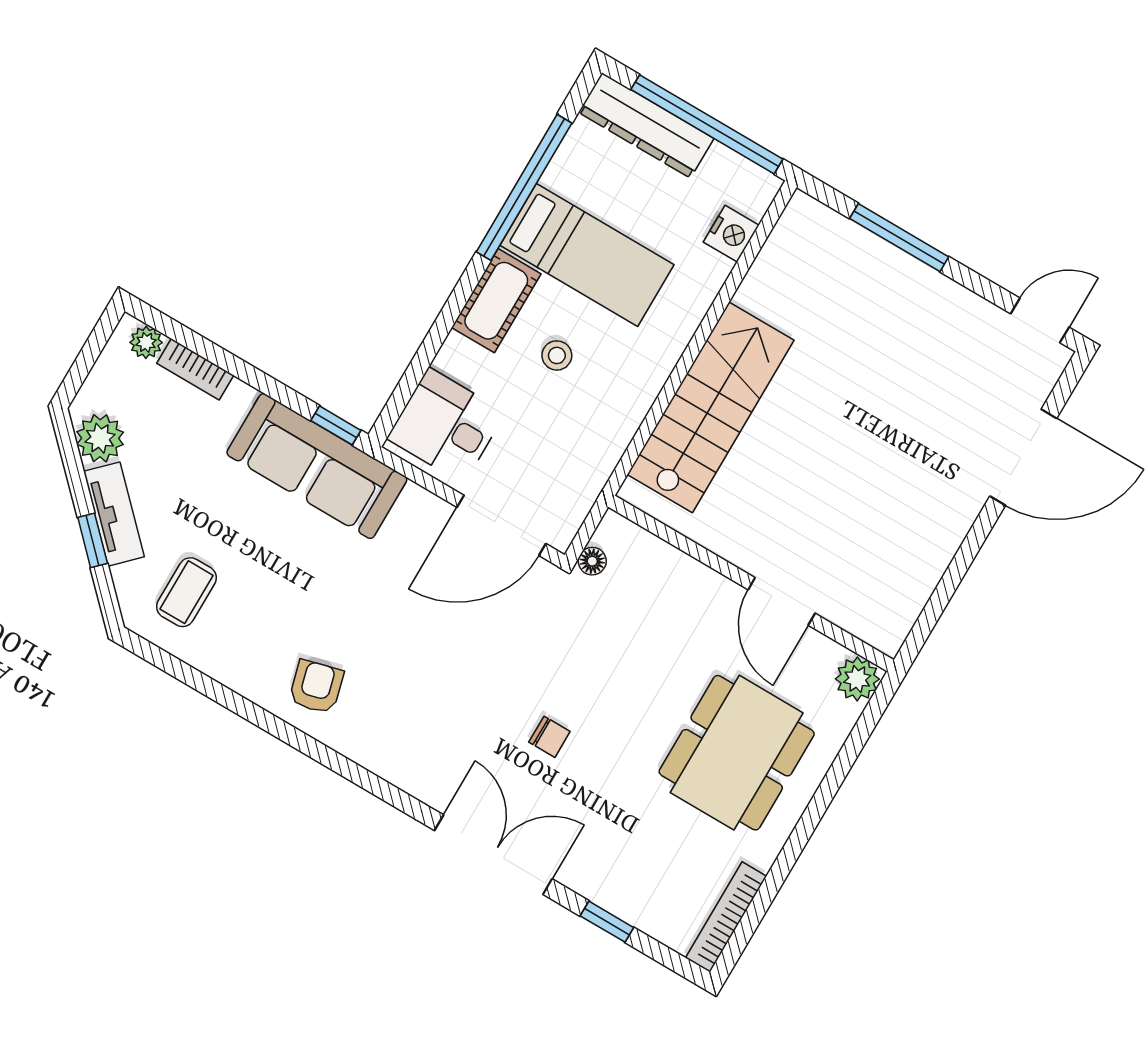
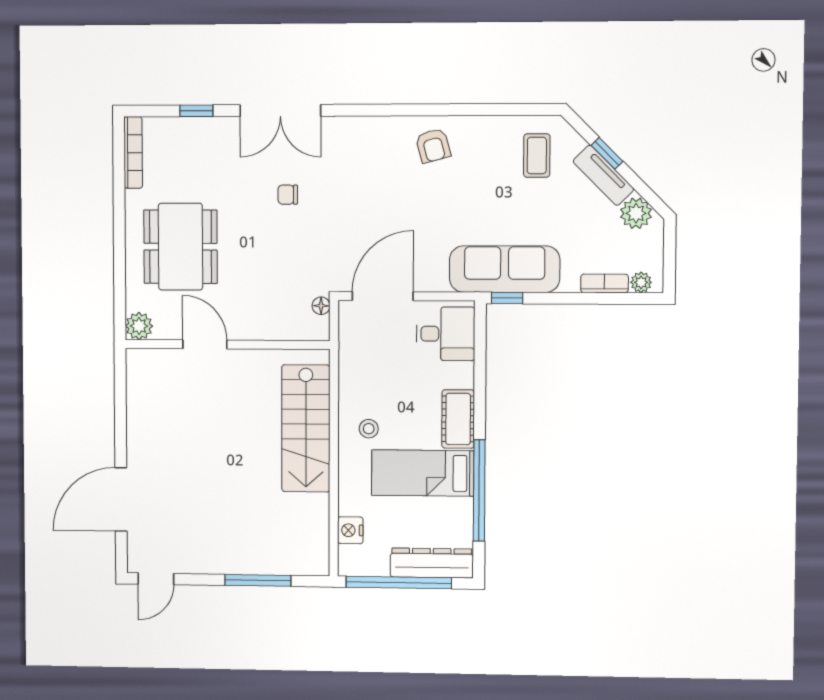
stool: (557, 355) -> (369, 429), moved

